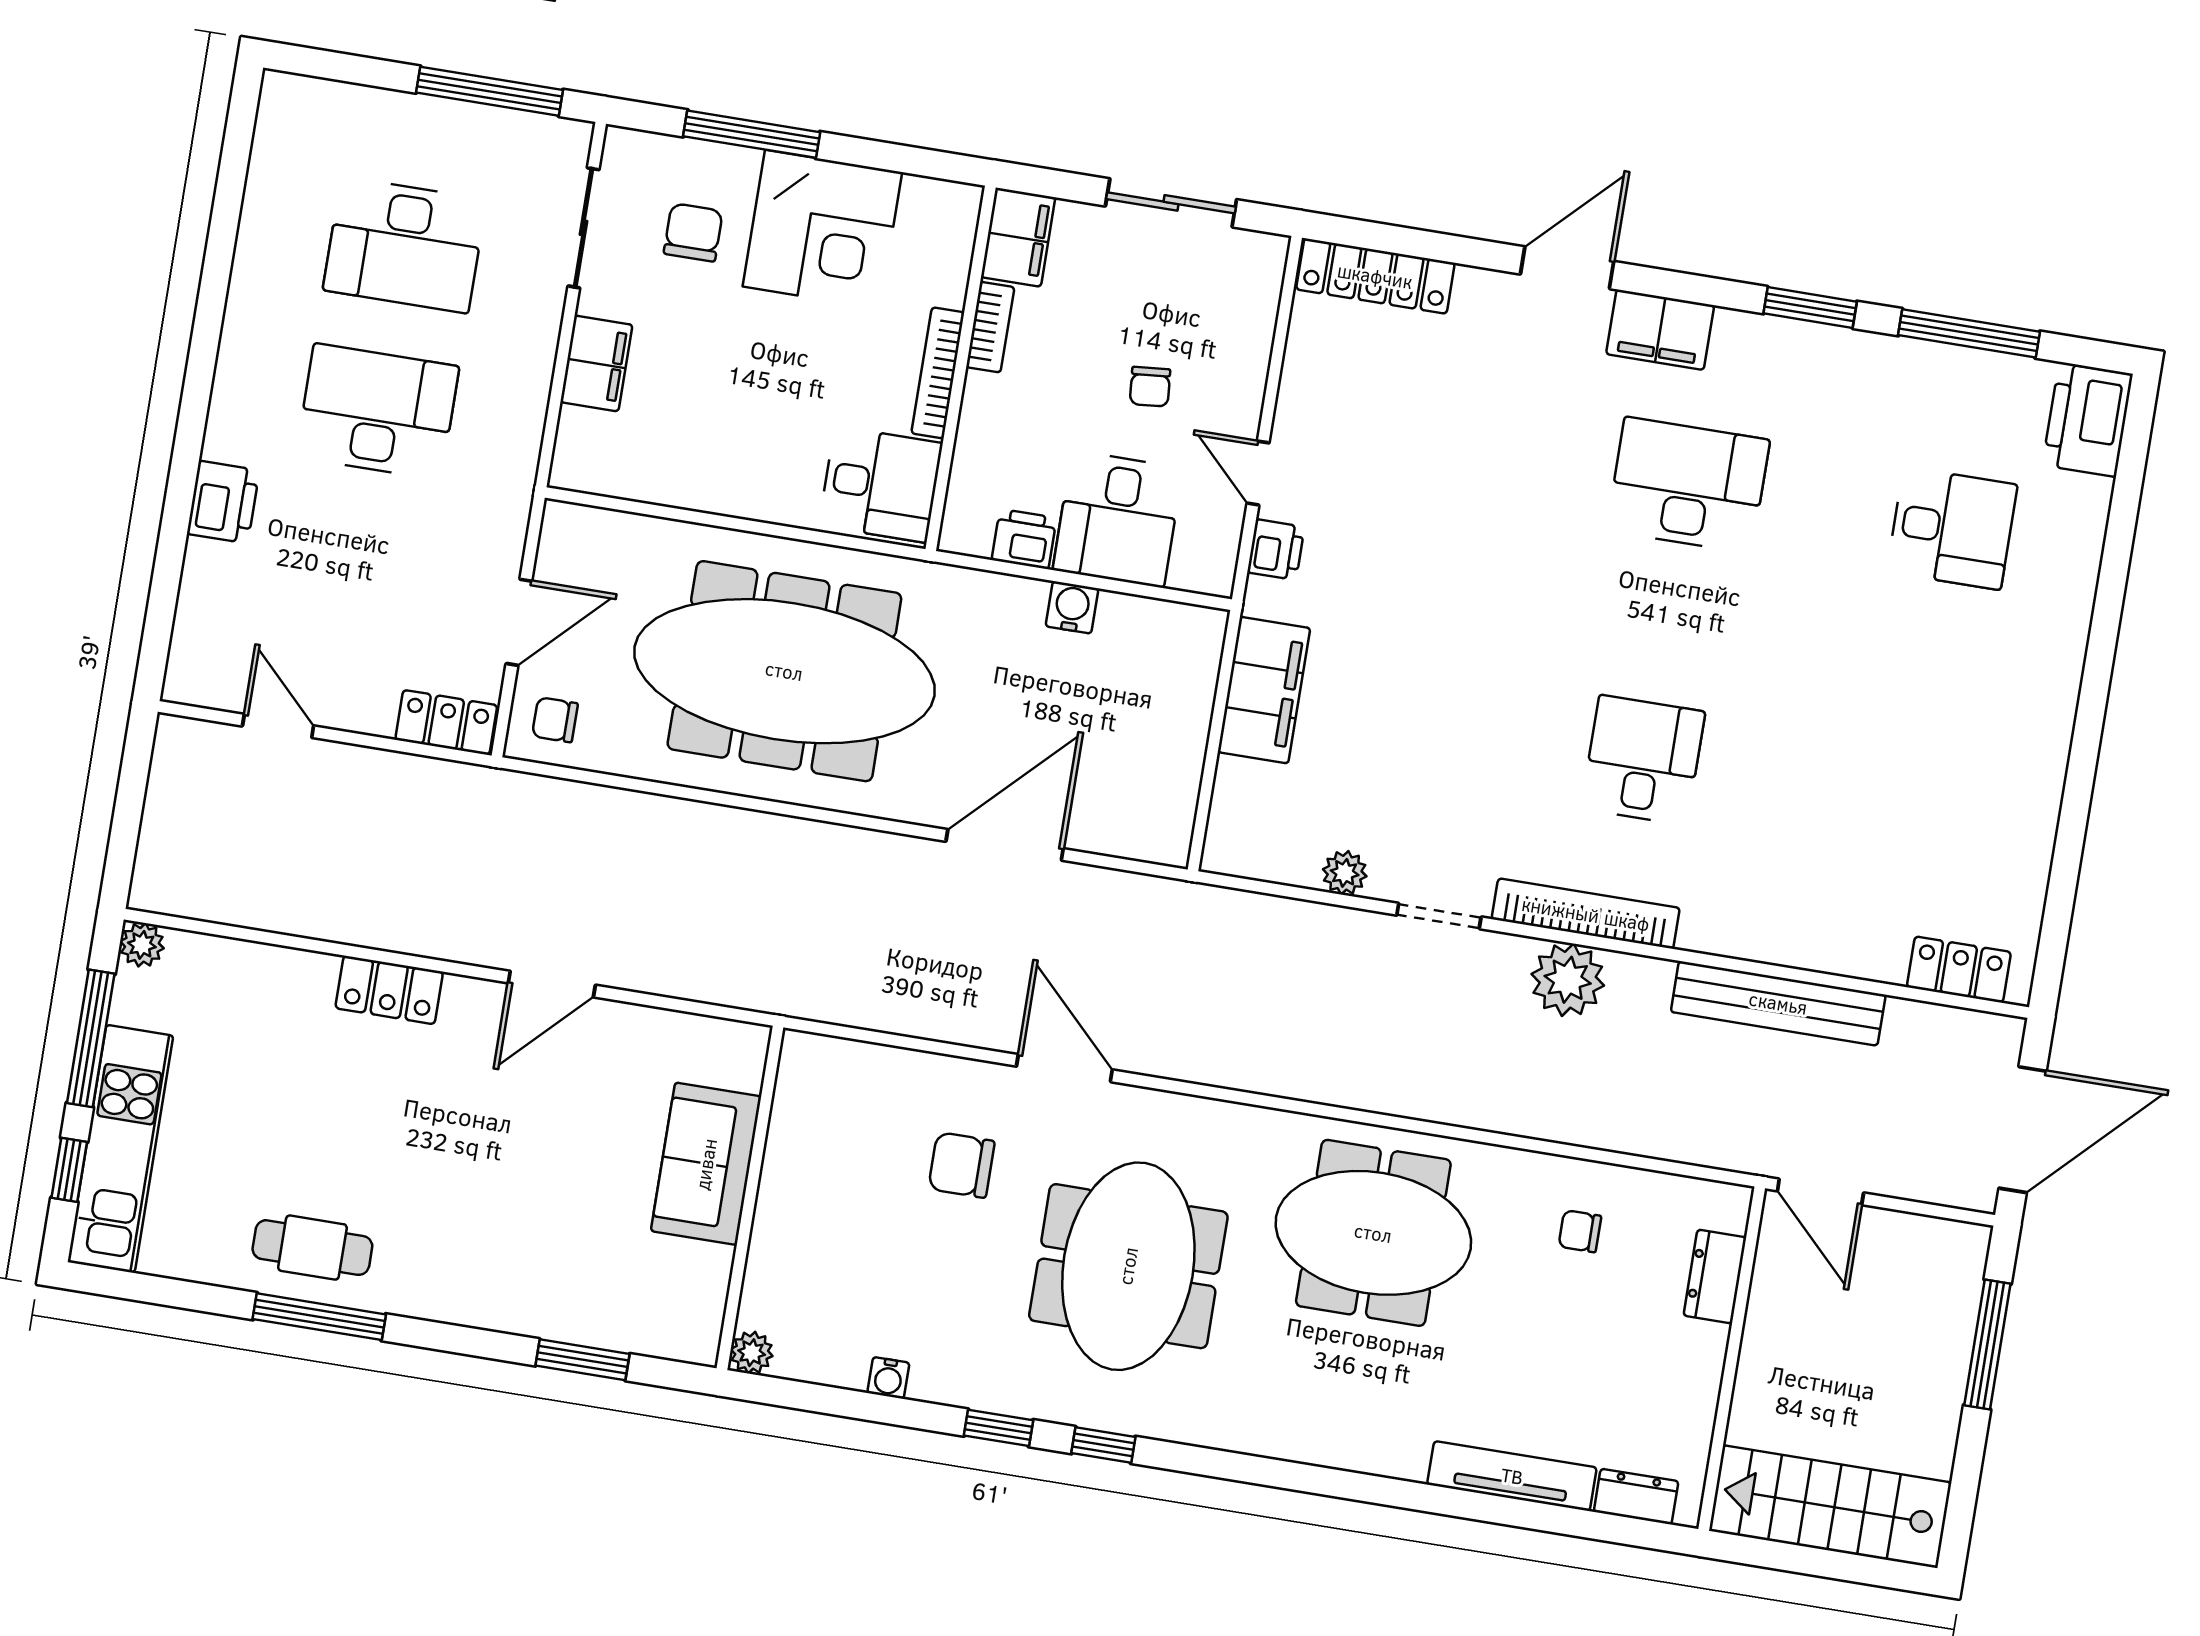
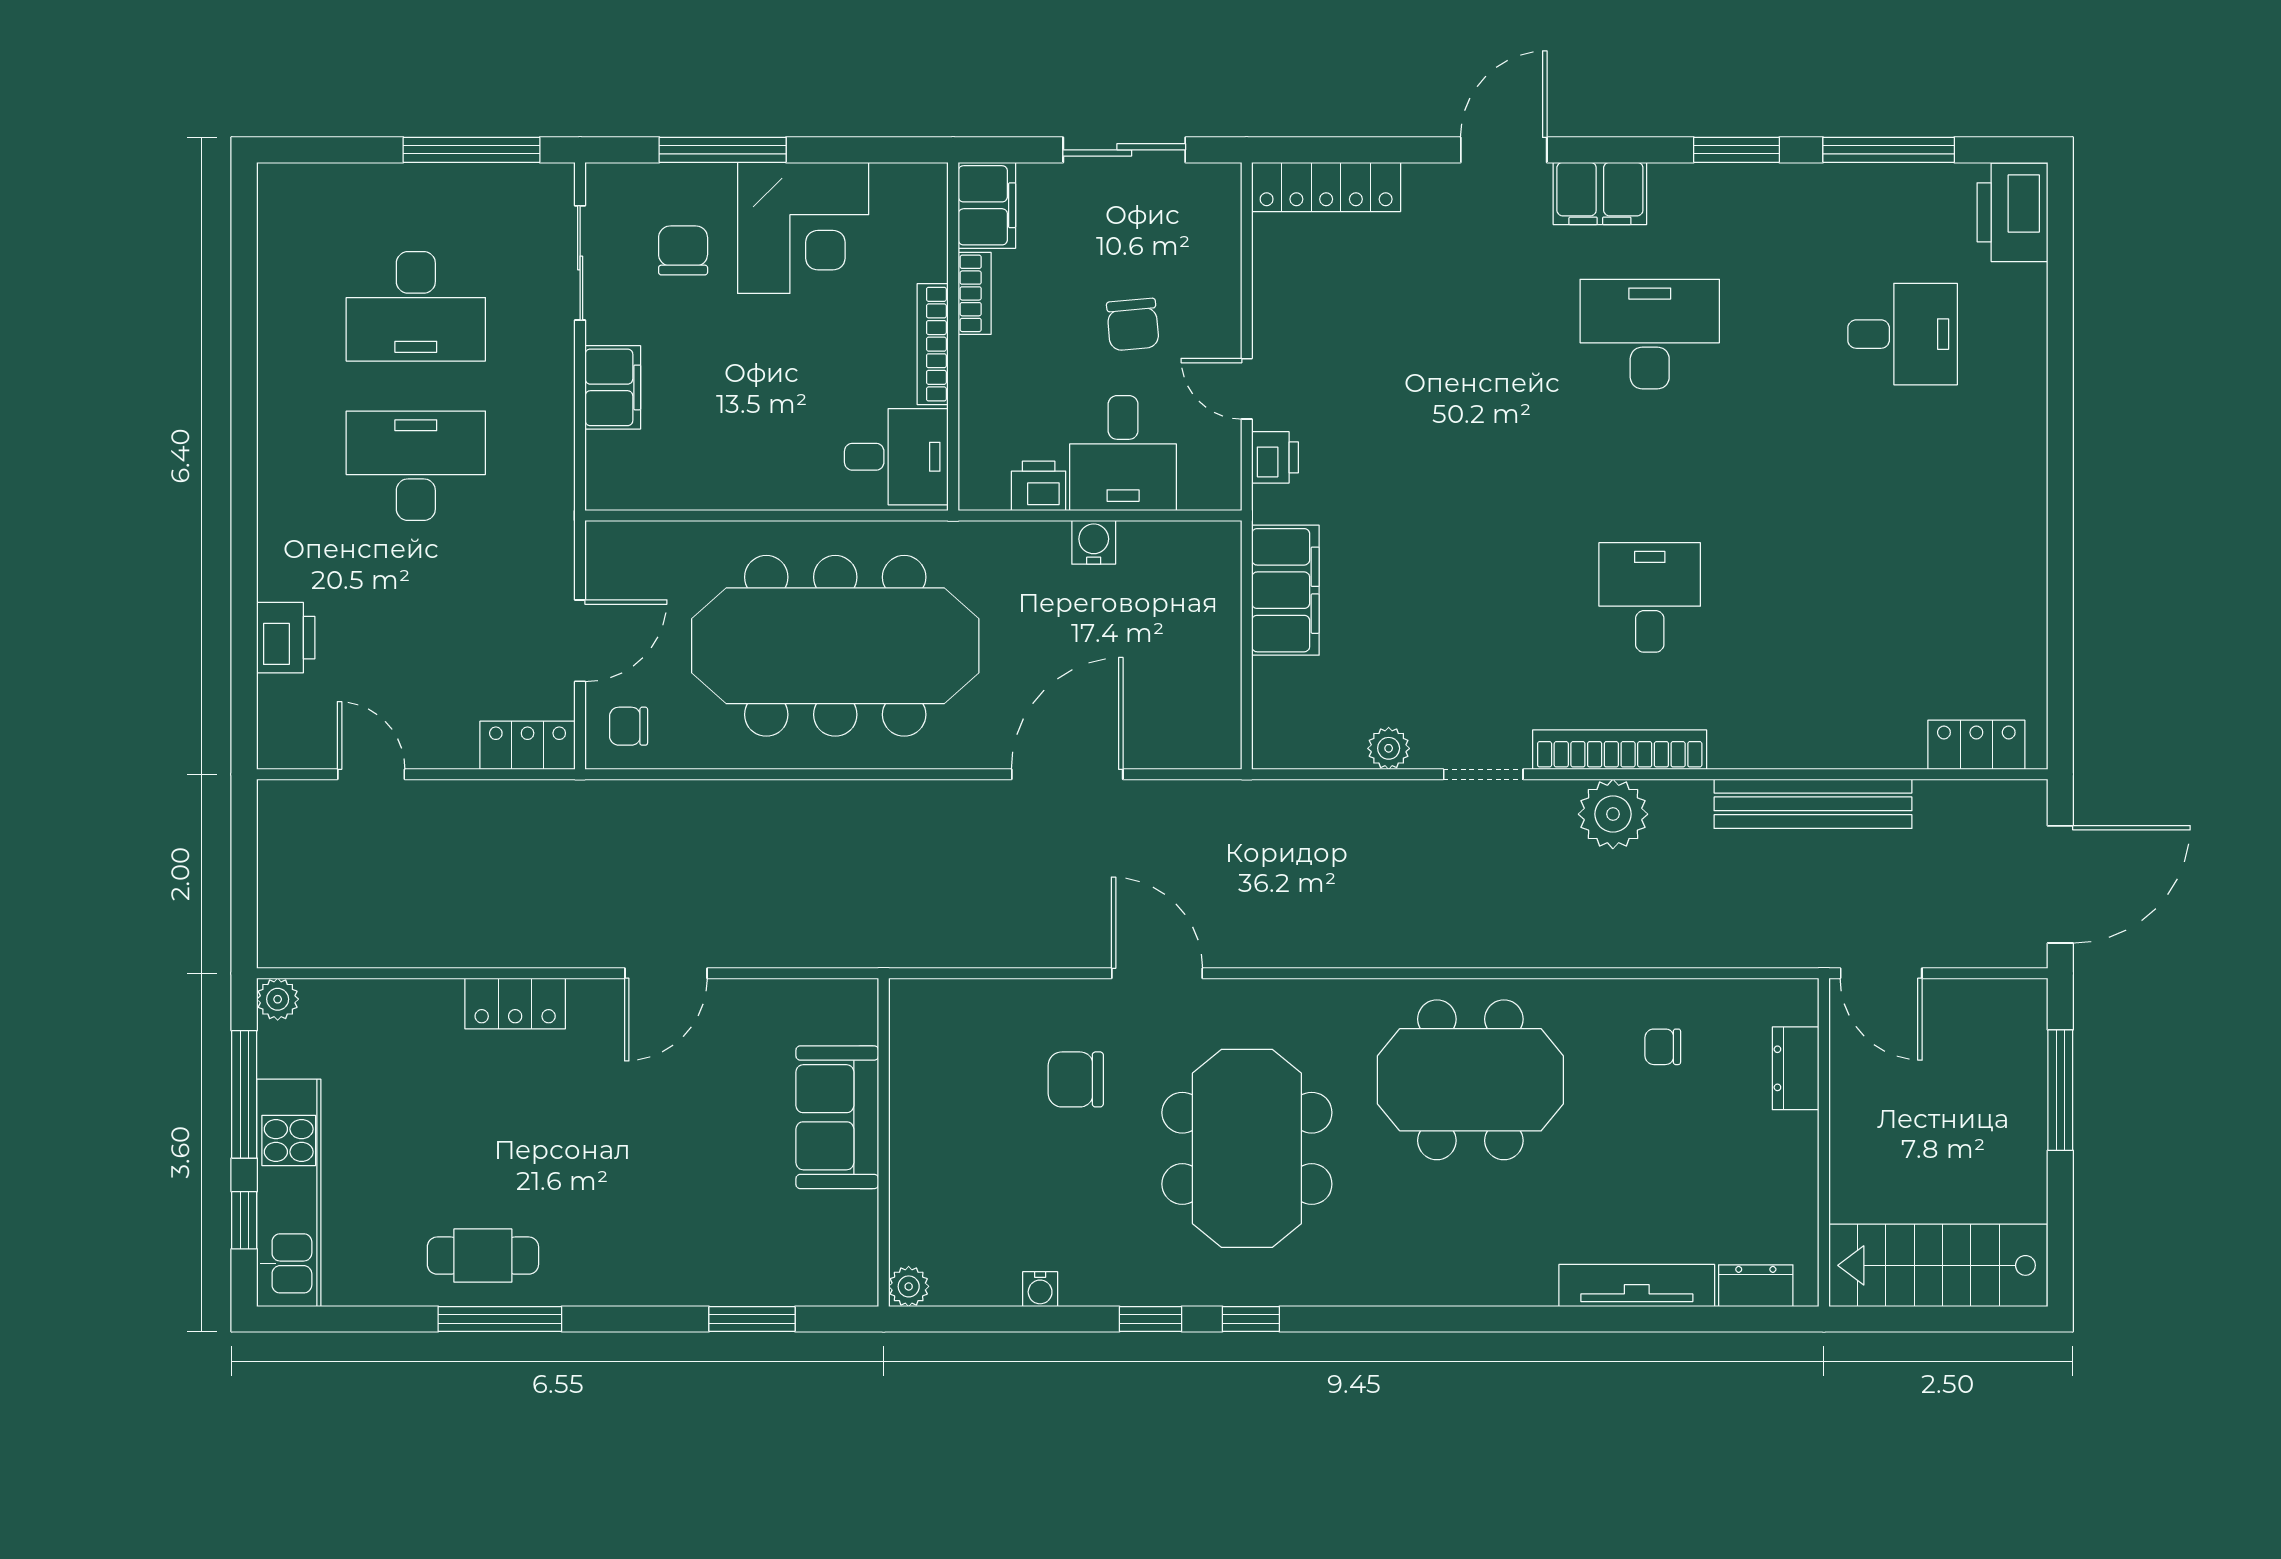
chair: (1150, 387) -> (1133, 325), width x1.37, depth x1.37
printer: (223, 502) -> (286, 638), moved

